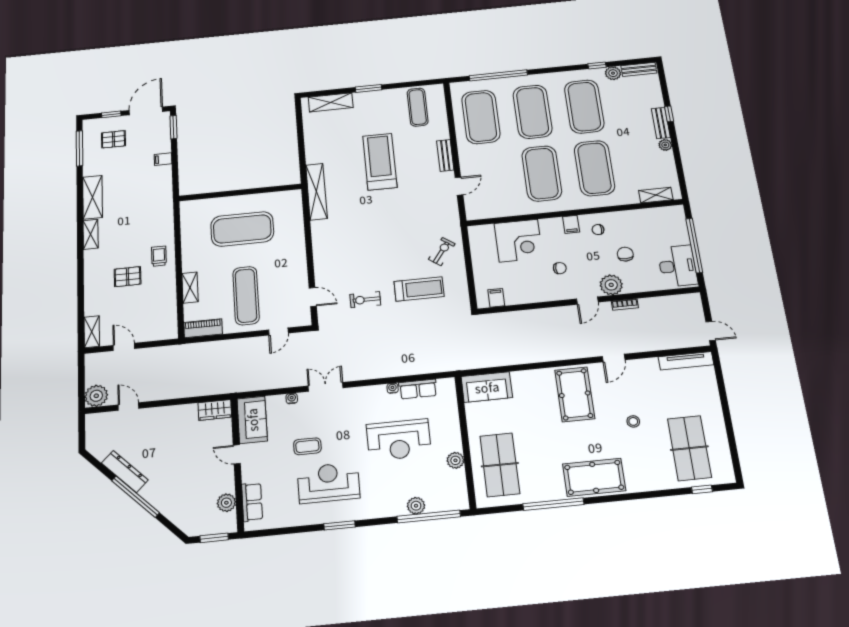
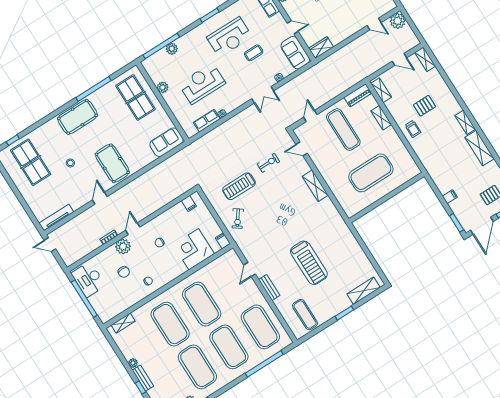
shelving: (316, 192) -> (315, 186), moved, width x0.68
filing cabinet: (571, 224) -> (223, 241), moved
shelving: (170, 320) -> (381, 90), added

